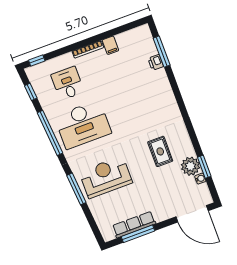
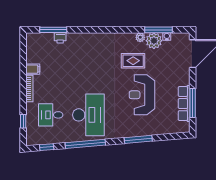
window: (37, 61) -> (23, 121), moved
plant: (189, 150) -> (140, 37), added
window: (204, 167) -> (158, 30), width x1.44
reception desk: (106, 177) -> (142, 95), moved

